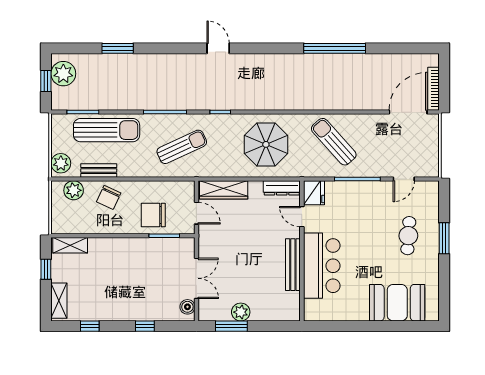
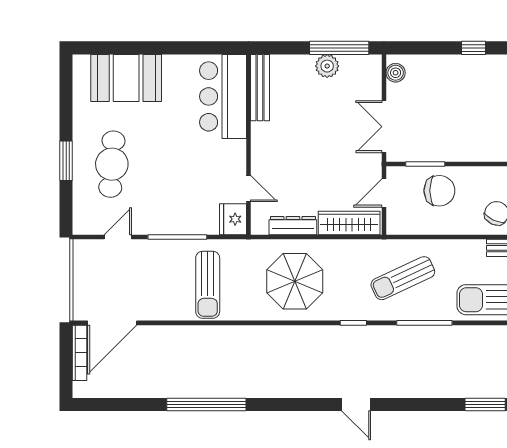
sun lounger: (334, 142) -> (208, 285), turned 42
dresser: (282, 188) -> (293, 226), moved
door: (196, 213) -> (384, 193), hinge flipped
cafe table: (408, 236) -> (112, 164), width x1.37, depth x1.35
bench: (293, 265) -> (260, 88), moved
bar counter: (322, 266) -> (223, 96), moved
double door: (196, 278) -> (384, 127), moved
window: (145, 326) -> (474, 48), moved
window: (231, 326) -> (339, 48), width x1.44

